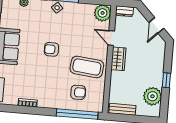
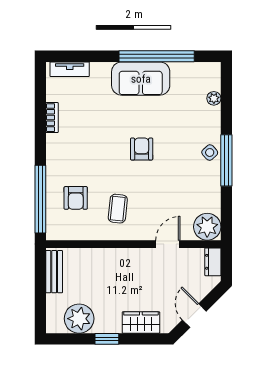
door: (156, 25) -> (194, 316), hinge flipped
wardrobe: (118, 59) -> (141, 323), moved, turned 180
coffee table: (87, 67) -> (118, 209), width x0.54, depth x0.58

